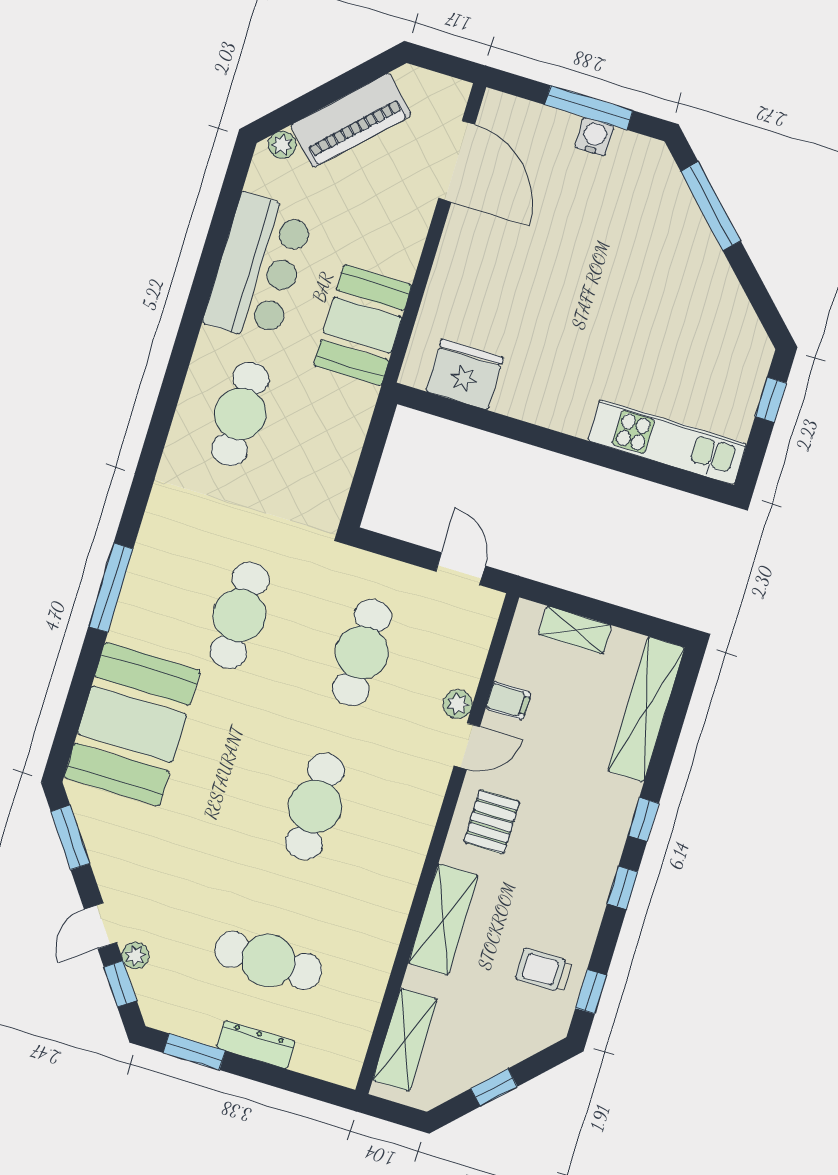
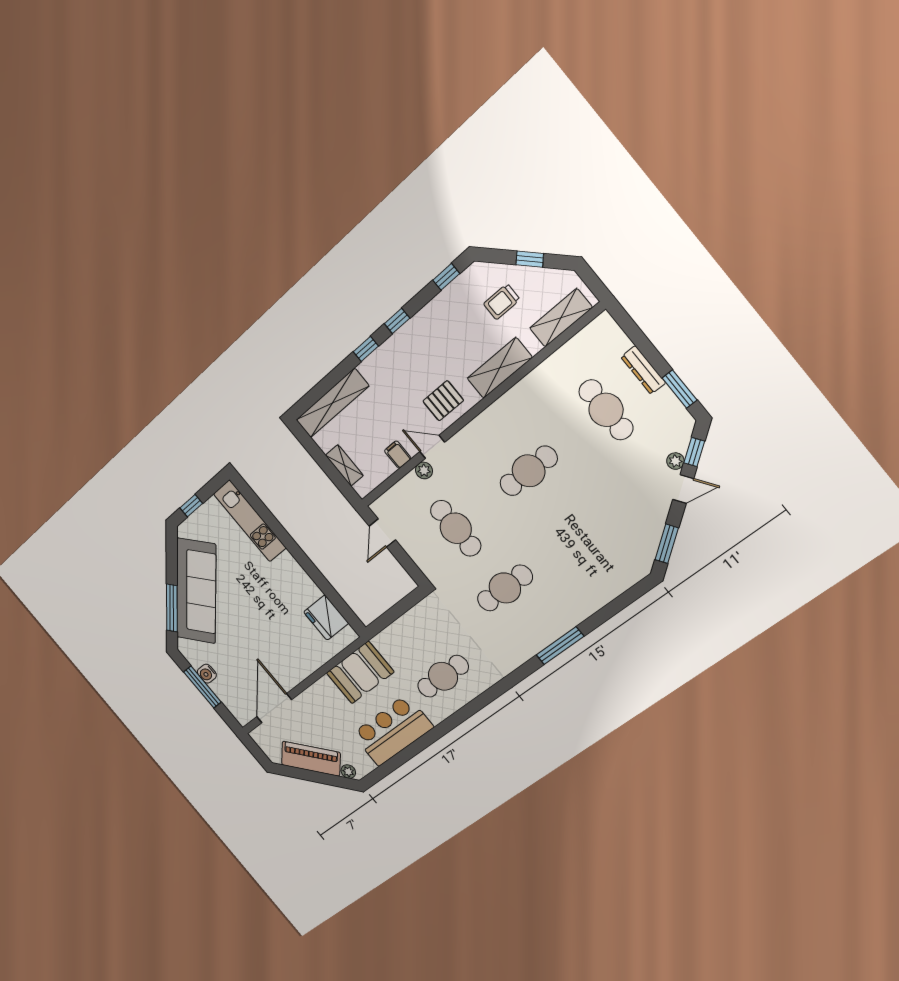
sofa: (687, 265) -> (196, 591), added
cafe table: (362, 652) -> (456, 528), turned 90
booth: (132, 724) -> (595, 576), removed
trolley: (544, 970) -> (502, 302), moved, turned 90

